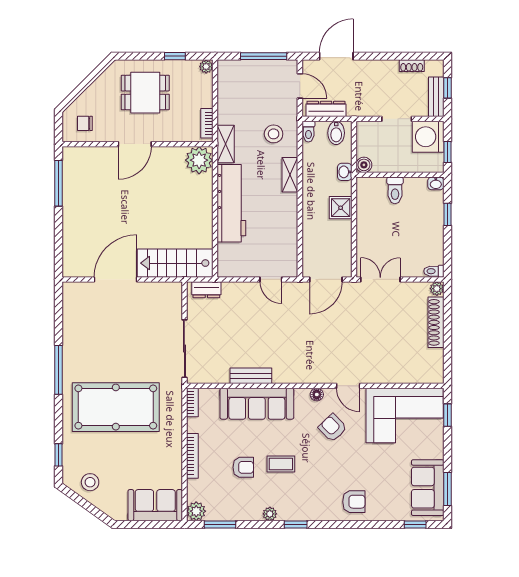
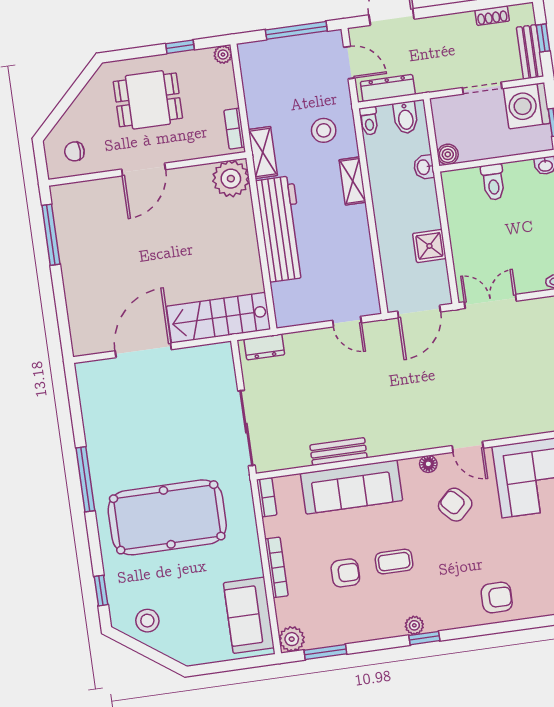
shower: (341, 208) -> (429, 246), moved
sofa: (155, 505) -> (249, 615), moved, turned -90
plant: (270, 514) -> (414, 625), moved

